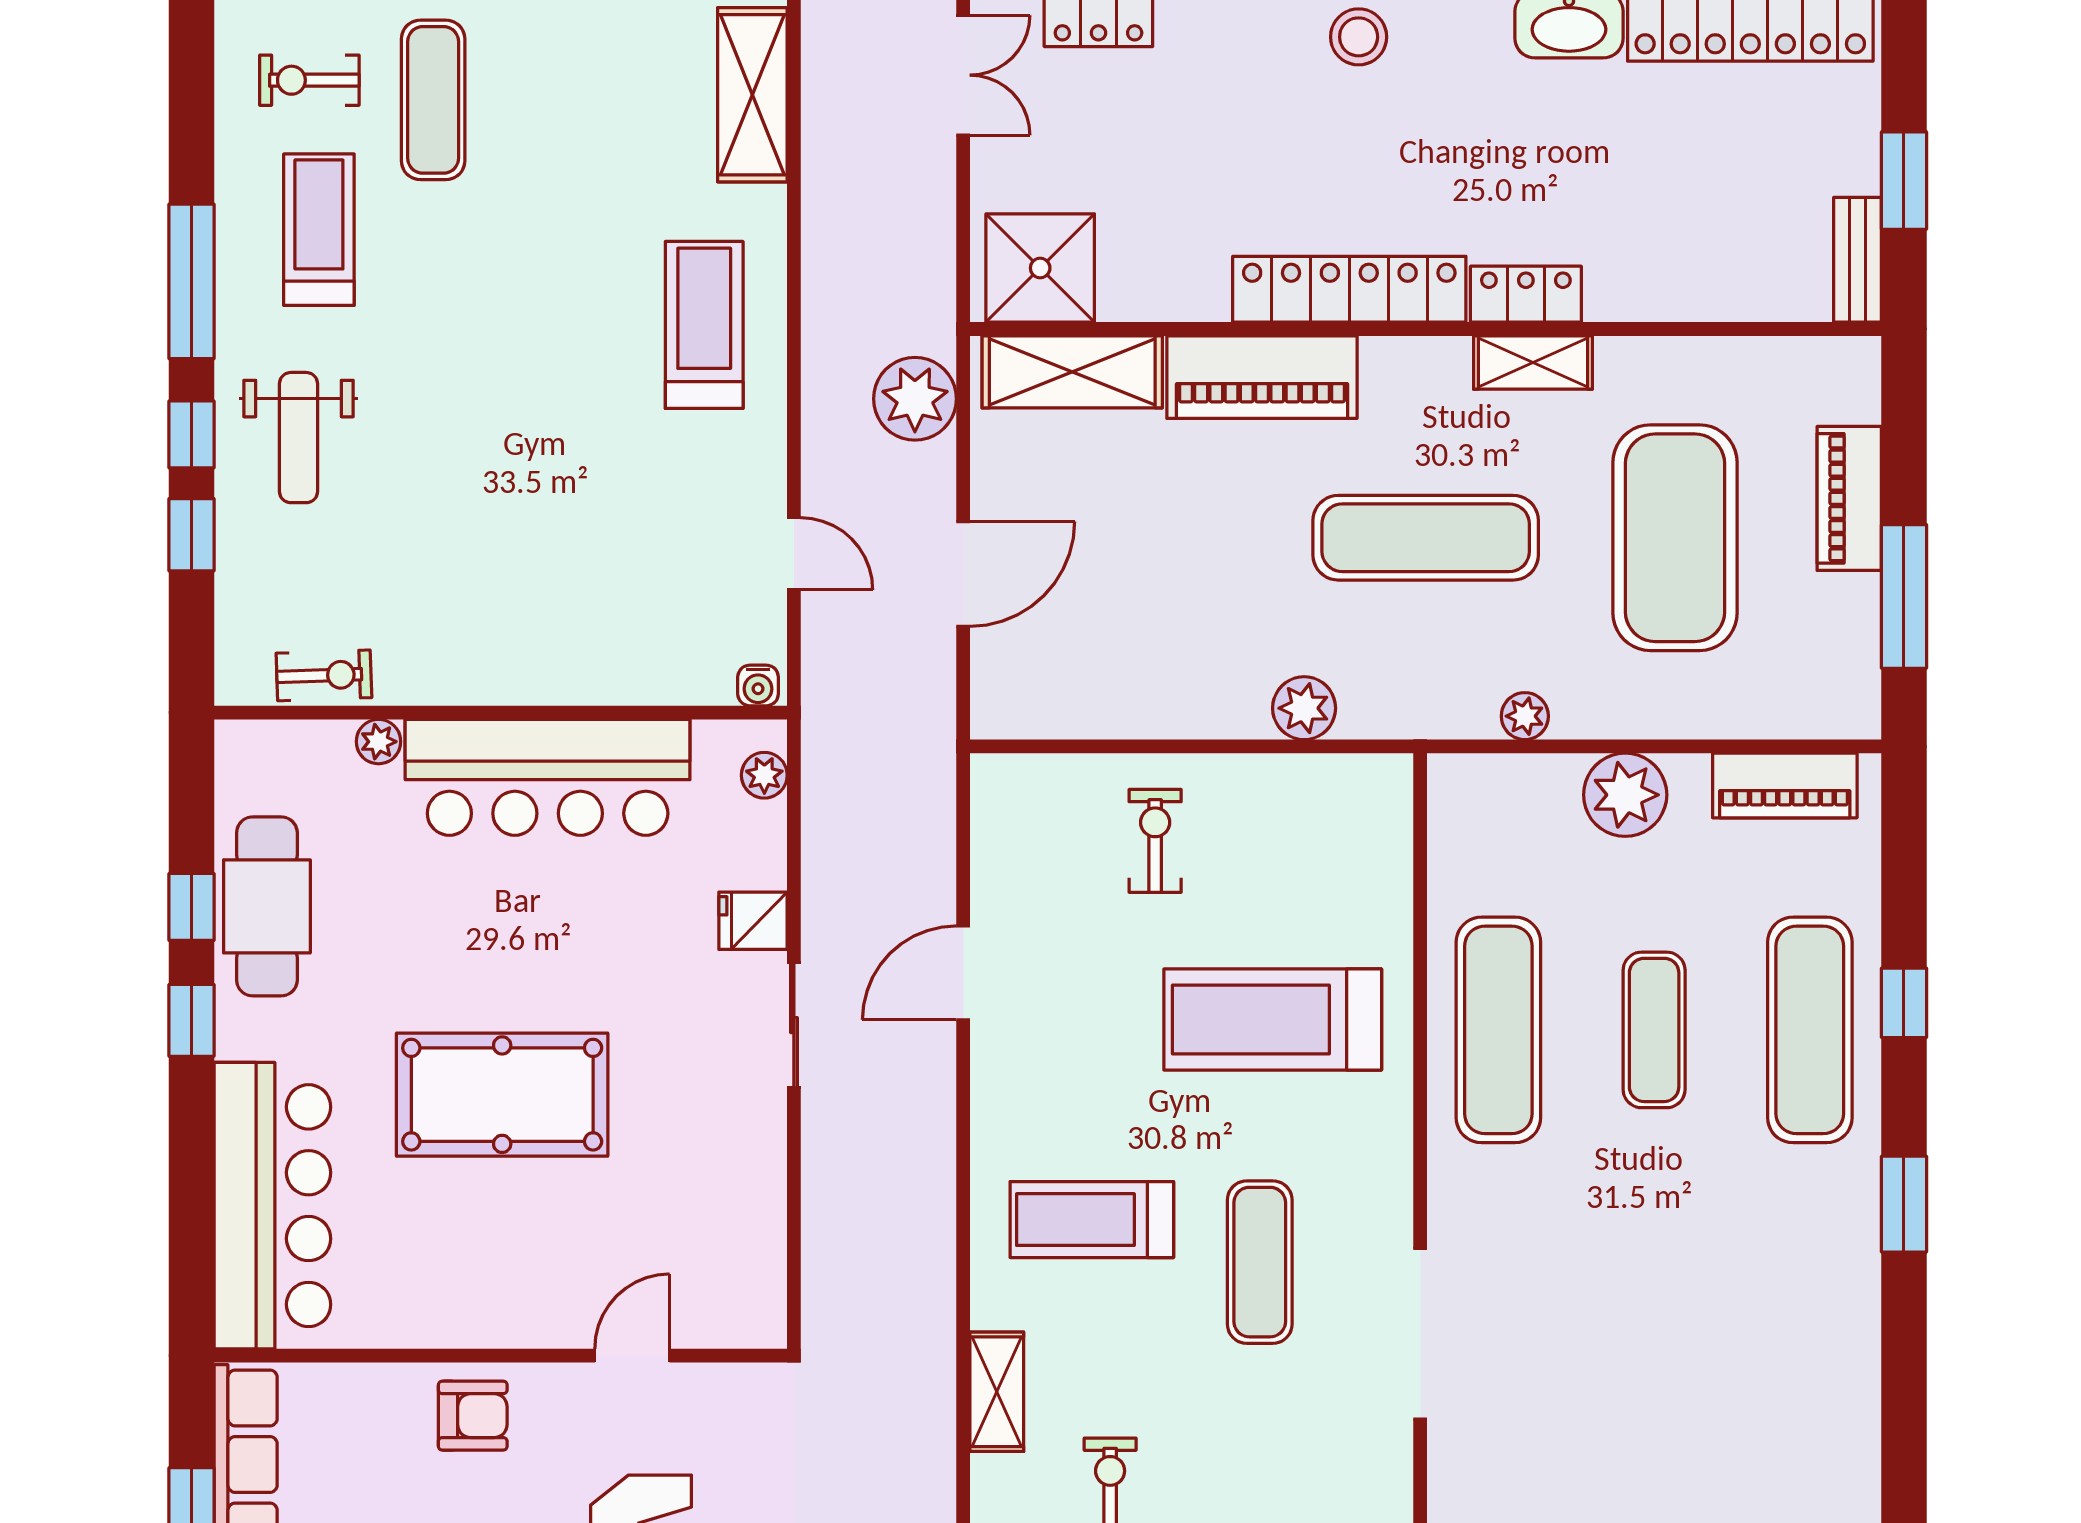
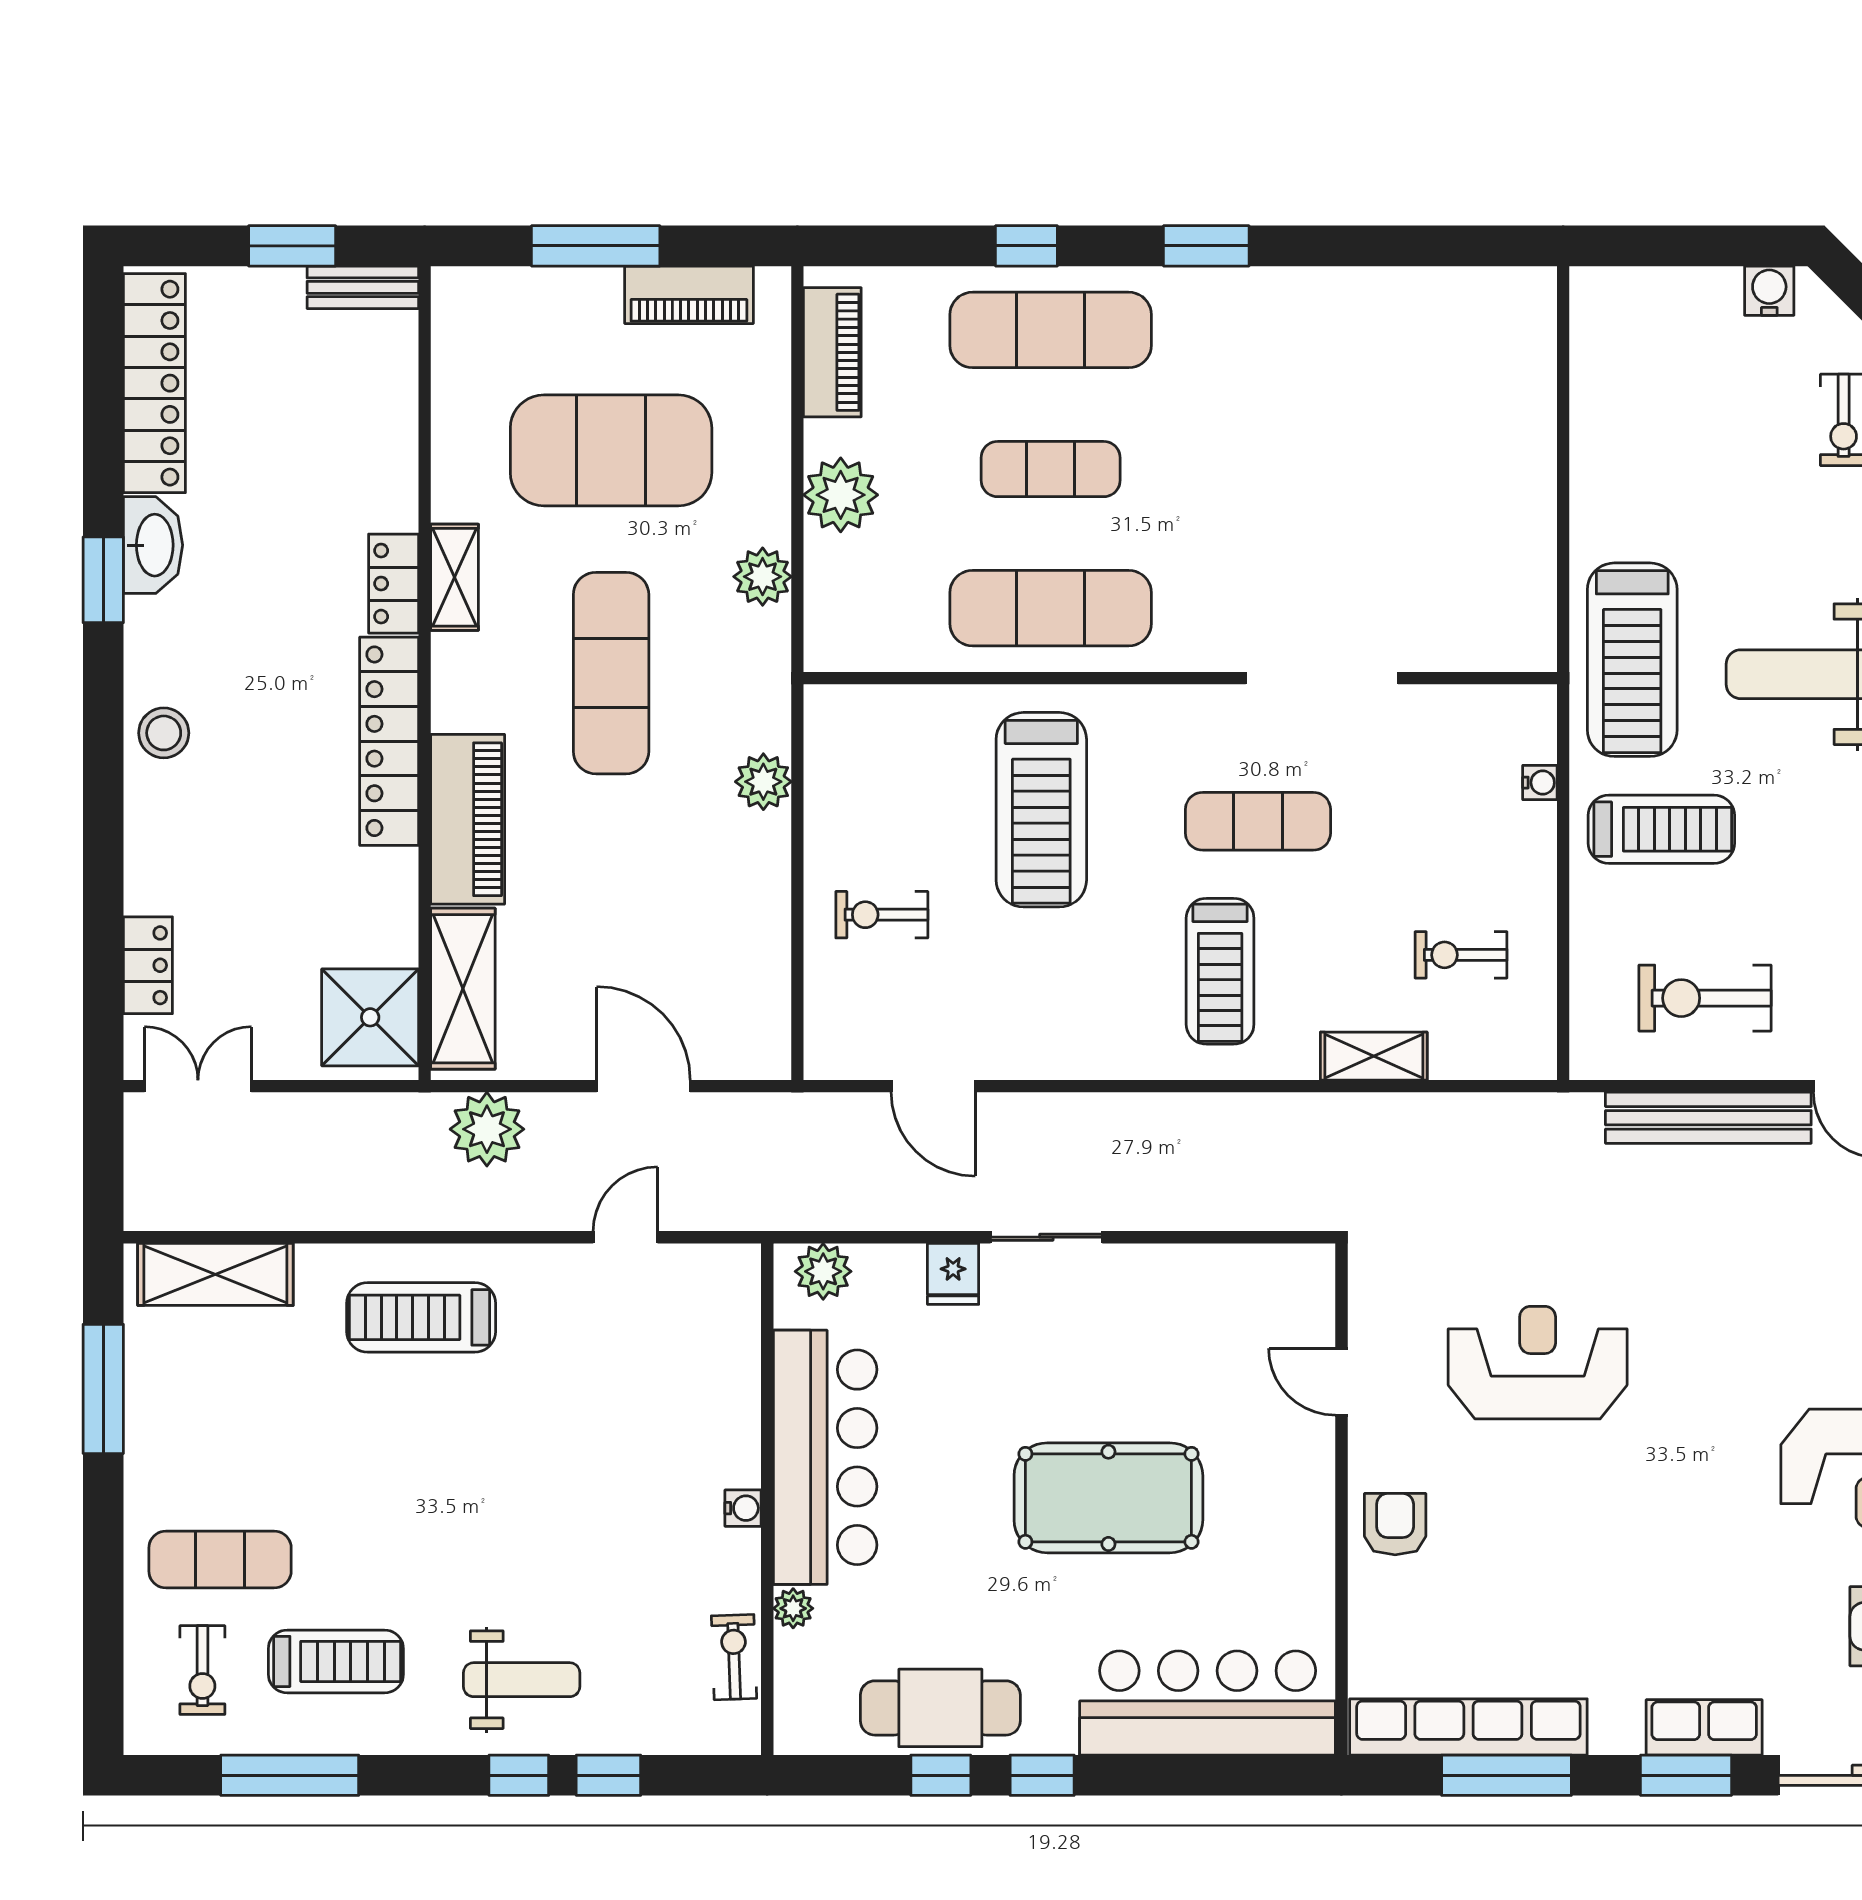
treadmill: (319, 230) -> (336, 1661), turned 180
window: (192, 281) -> (290, 1775), moved
piano: (1849, 498) -> (689, 295), moved
window: (1904, 596) -> (596, 246), moved
water cooler: (758, 685) -> (743, 1508), moved
plant: (1525, 716) -> (763, 577), width x1.38, depth x1.38
plant: (764, 775) -> (823, 1271), width x1.38, depth x1.38
door: (963, 973) -> (933, 1086), moved
pool table: (502, 1095) -> (1108, 1498), turned 90

